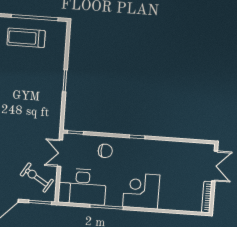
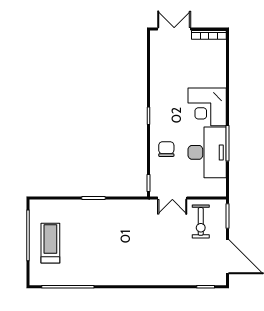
treadmill: (26, 38) -> (50, 243), turned 180
exercise bike: (37, 178) -> (201, 221), turned -32
desk: (82, 187) -> (207, 152), moved

